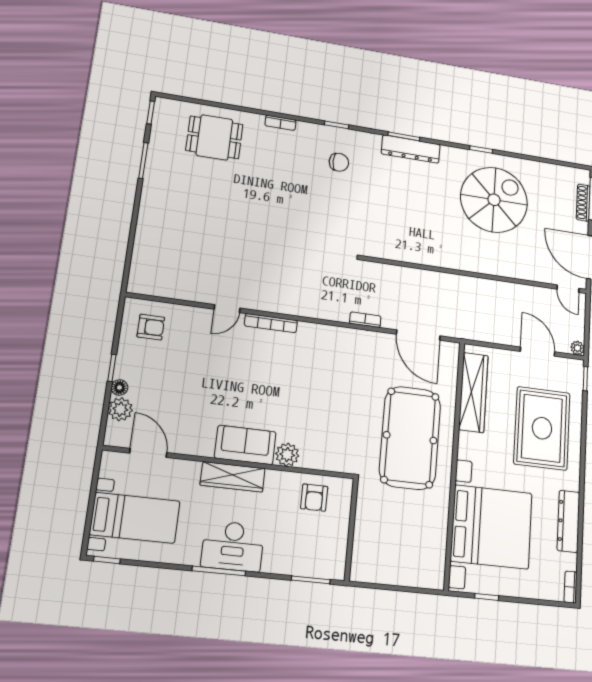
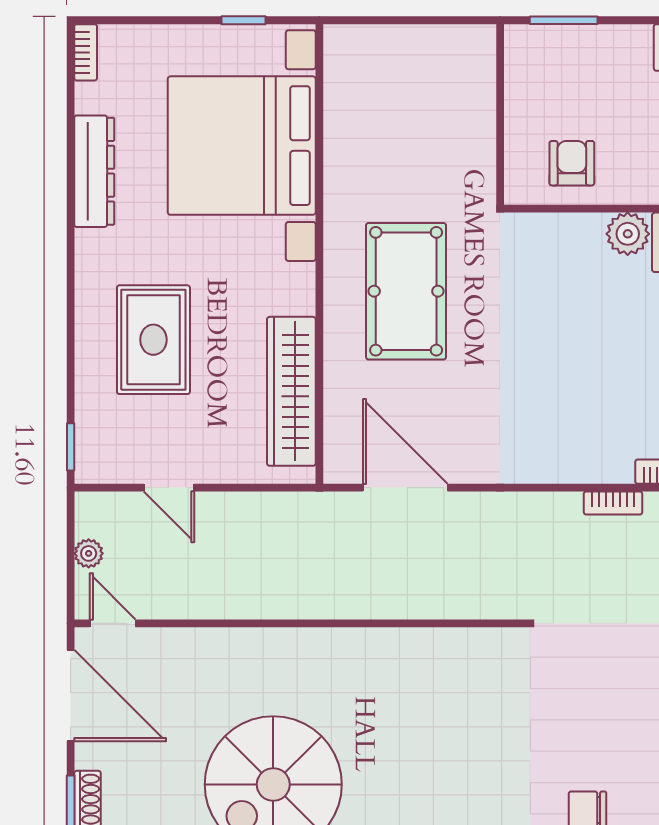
bookcase: (365, 320) -> (613, 503), moved
plant: (577, 348) -> (89, 553), moved
door: (538, 352) -> (169, 488), width x0.73
rug: (542, 428) -> (153, 340), width x0.73, depth x0.69
pool table: (410, 438) -> (406, 291), width x0.73, depth x0.76

